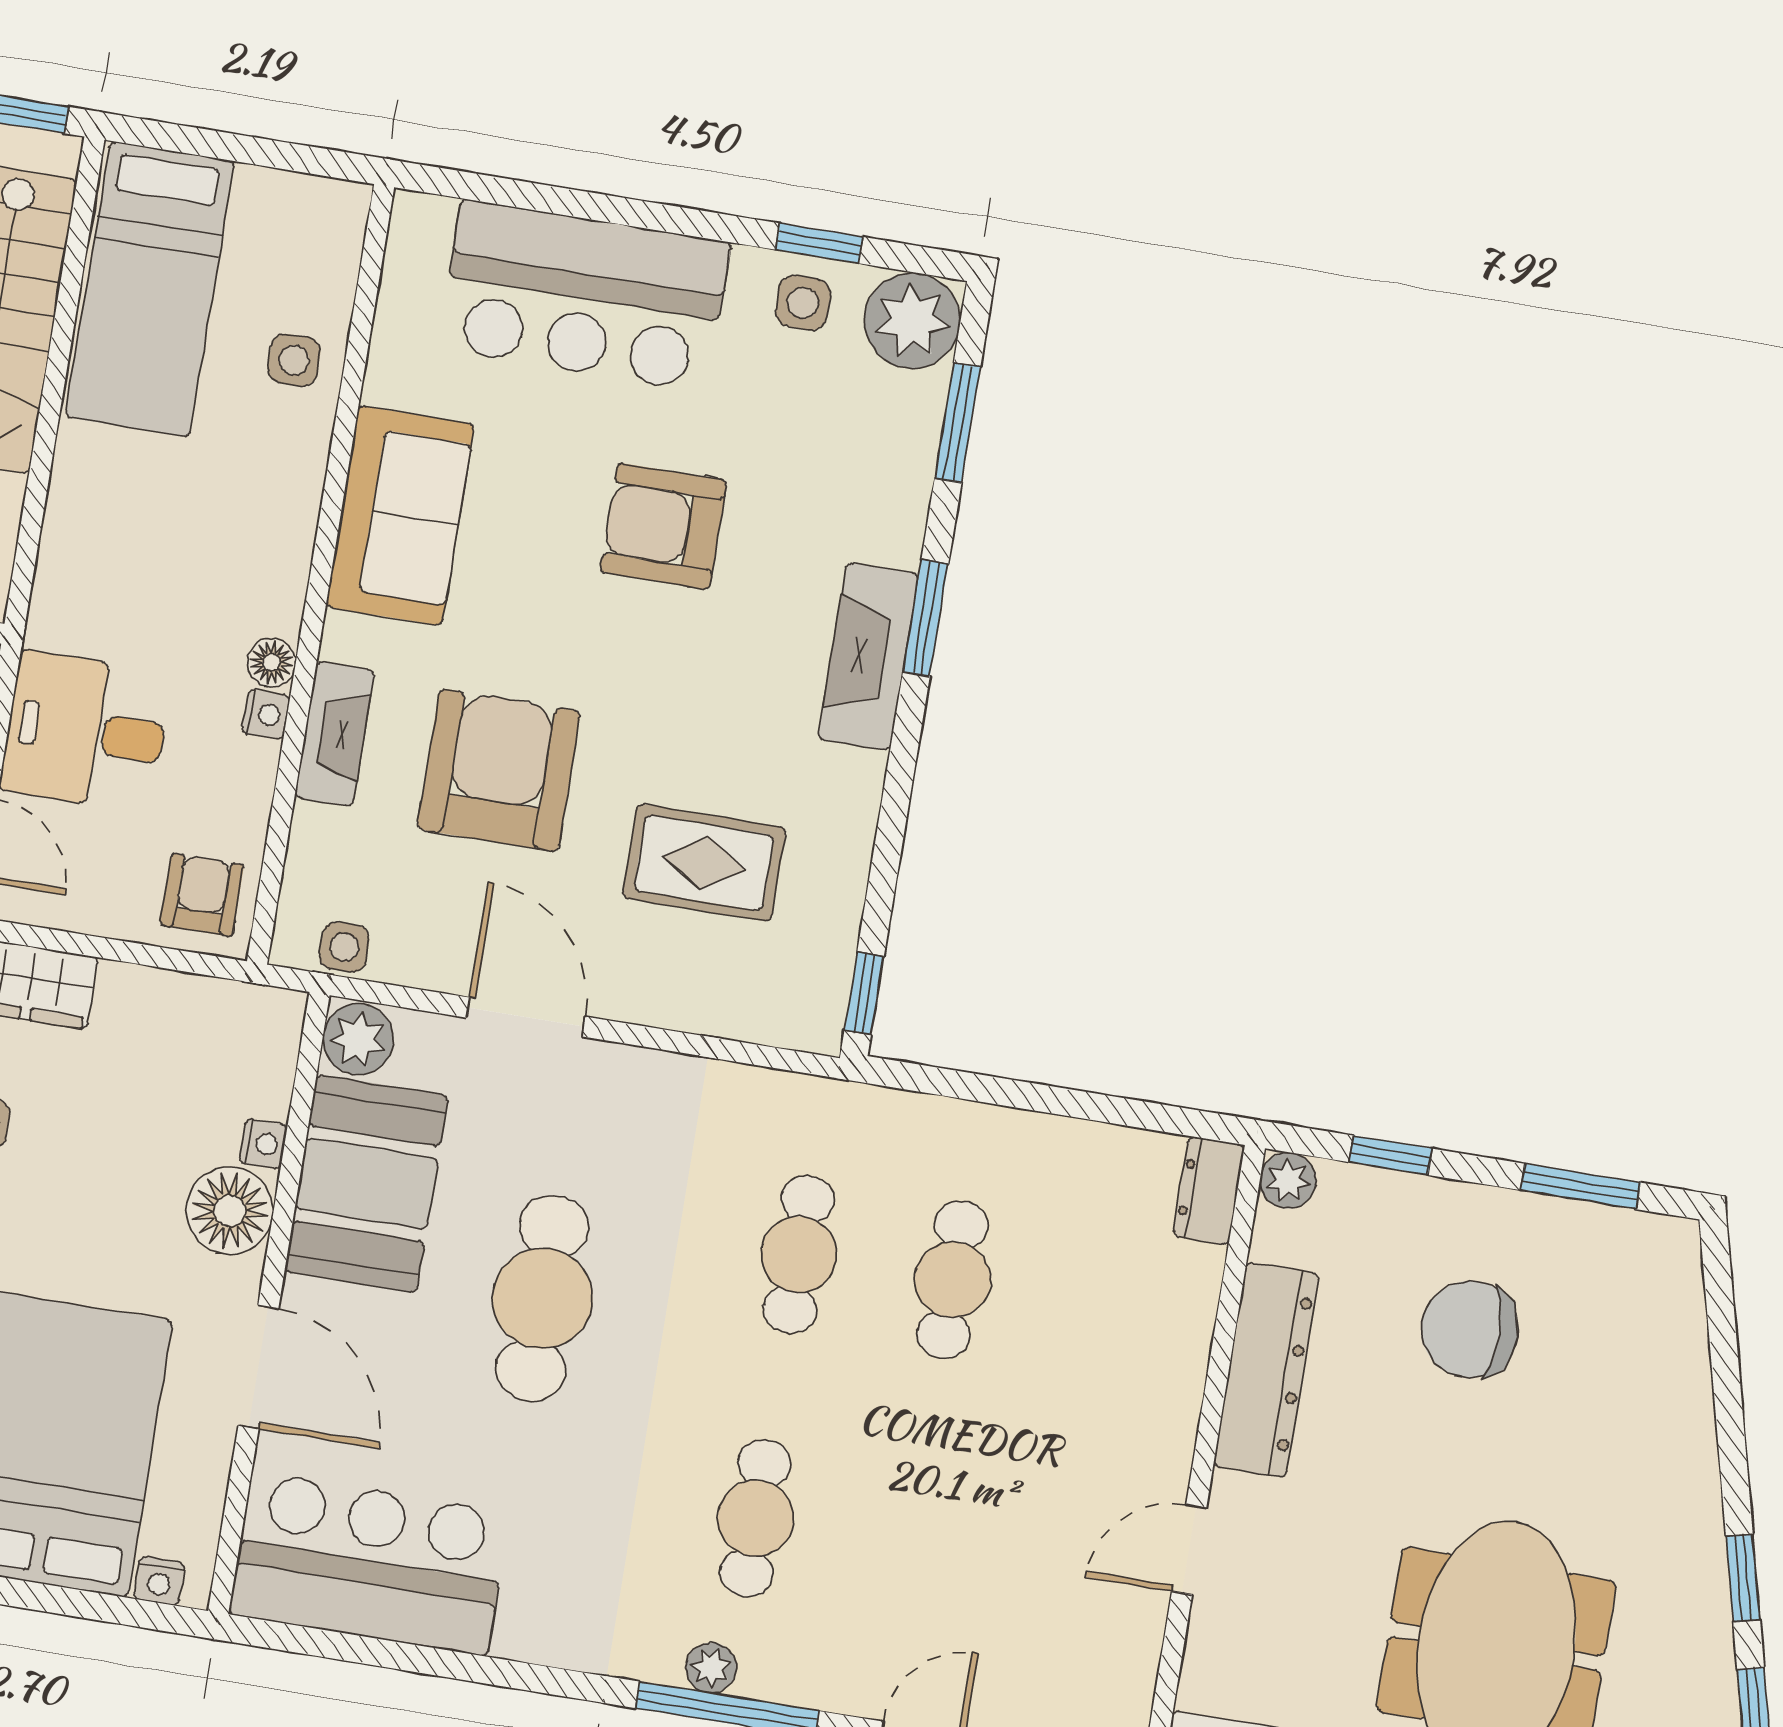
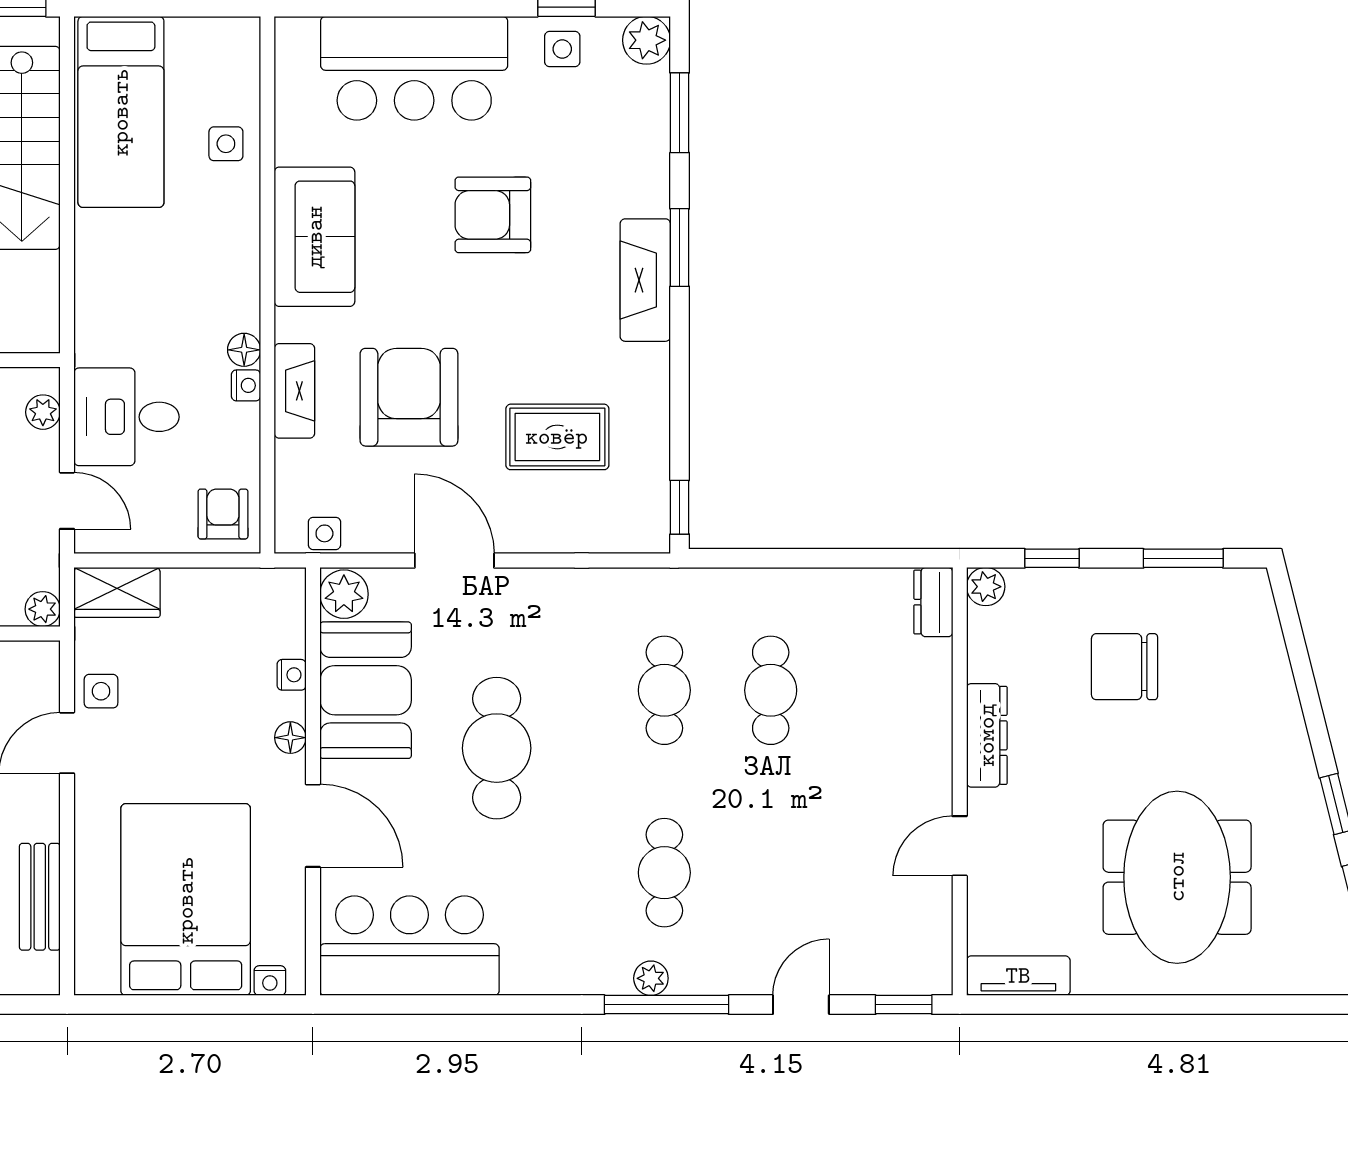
plant: (912, 321) -> (647, 40), width x0.73, depth x0.73
floor lamp: (230, 1211) -> (290, 738), width x0.53, depth x0.53
dresser: (1266, 1370) -> (987, 735), width x0.73, depth x0.80

